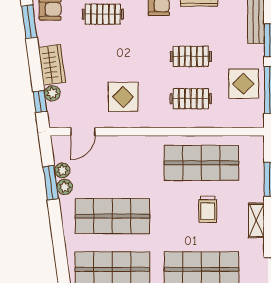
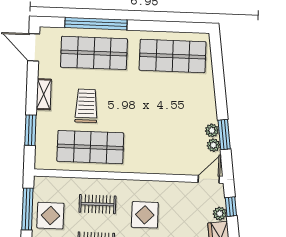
display table: (123, 97) -> (145, 215), moved
door: (83, 132) -> (209, 179), moved
trolley: (208, 209) -> (86, 106), width x1.36, depth x1.39
shop shelf: (112, 216) -> (171, 103), removed

